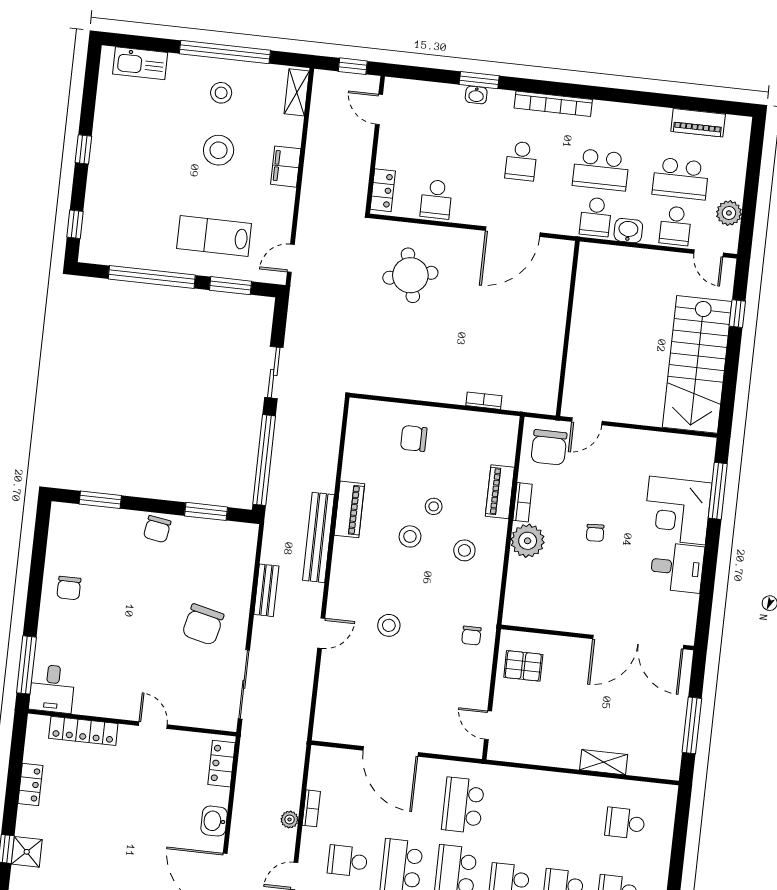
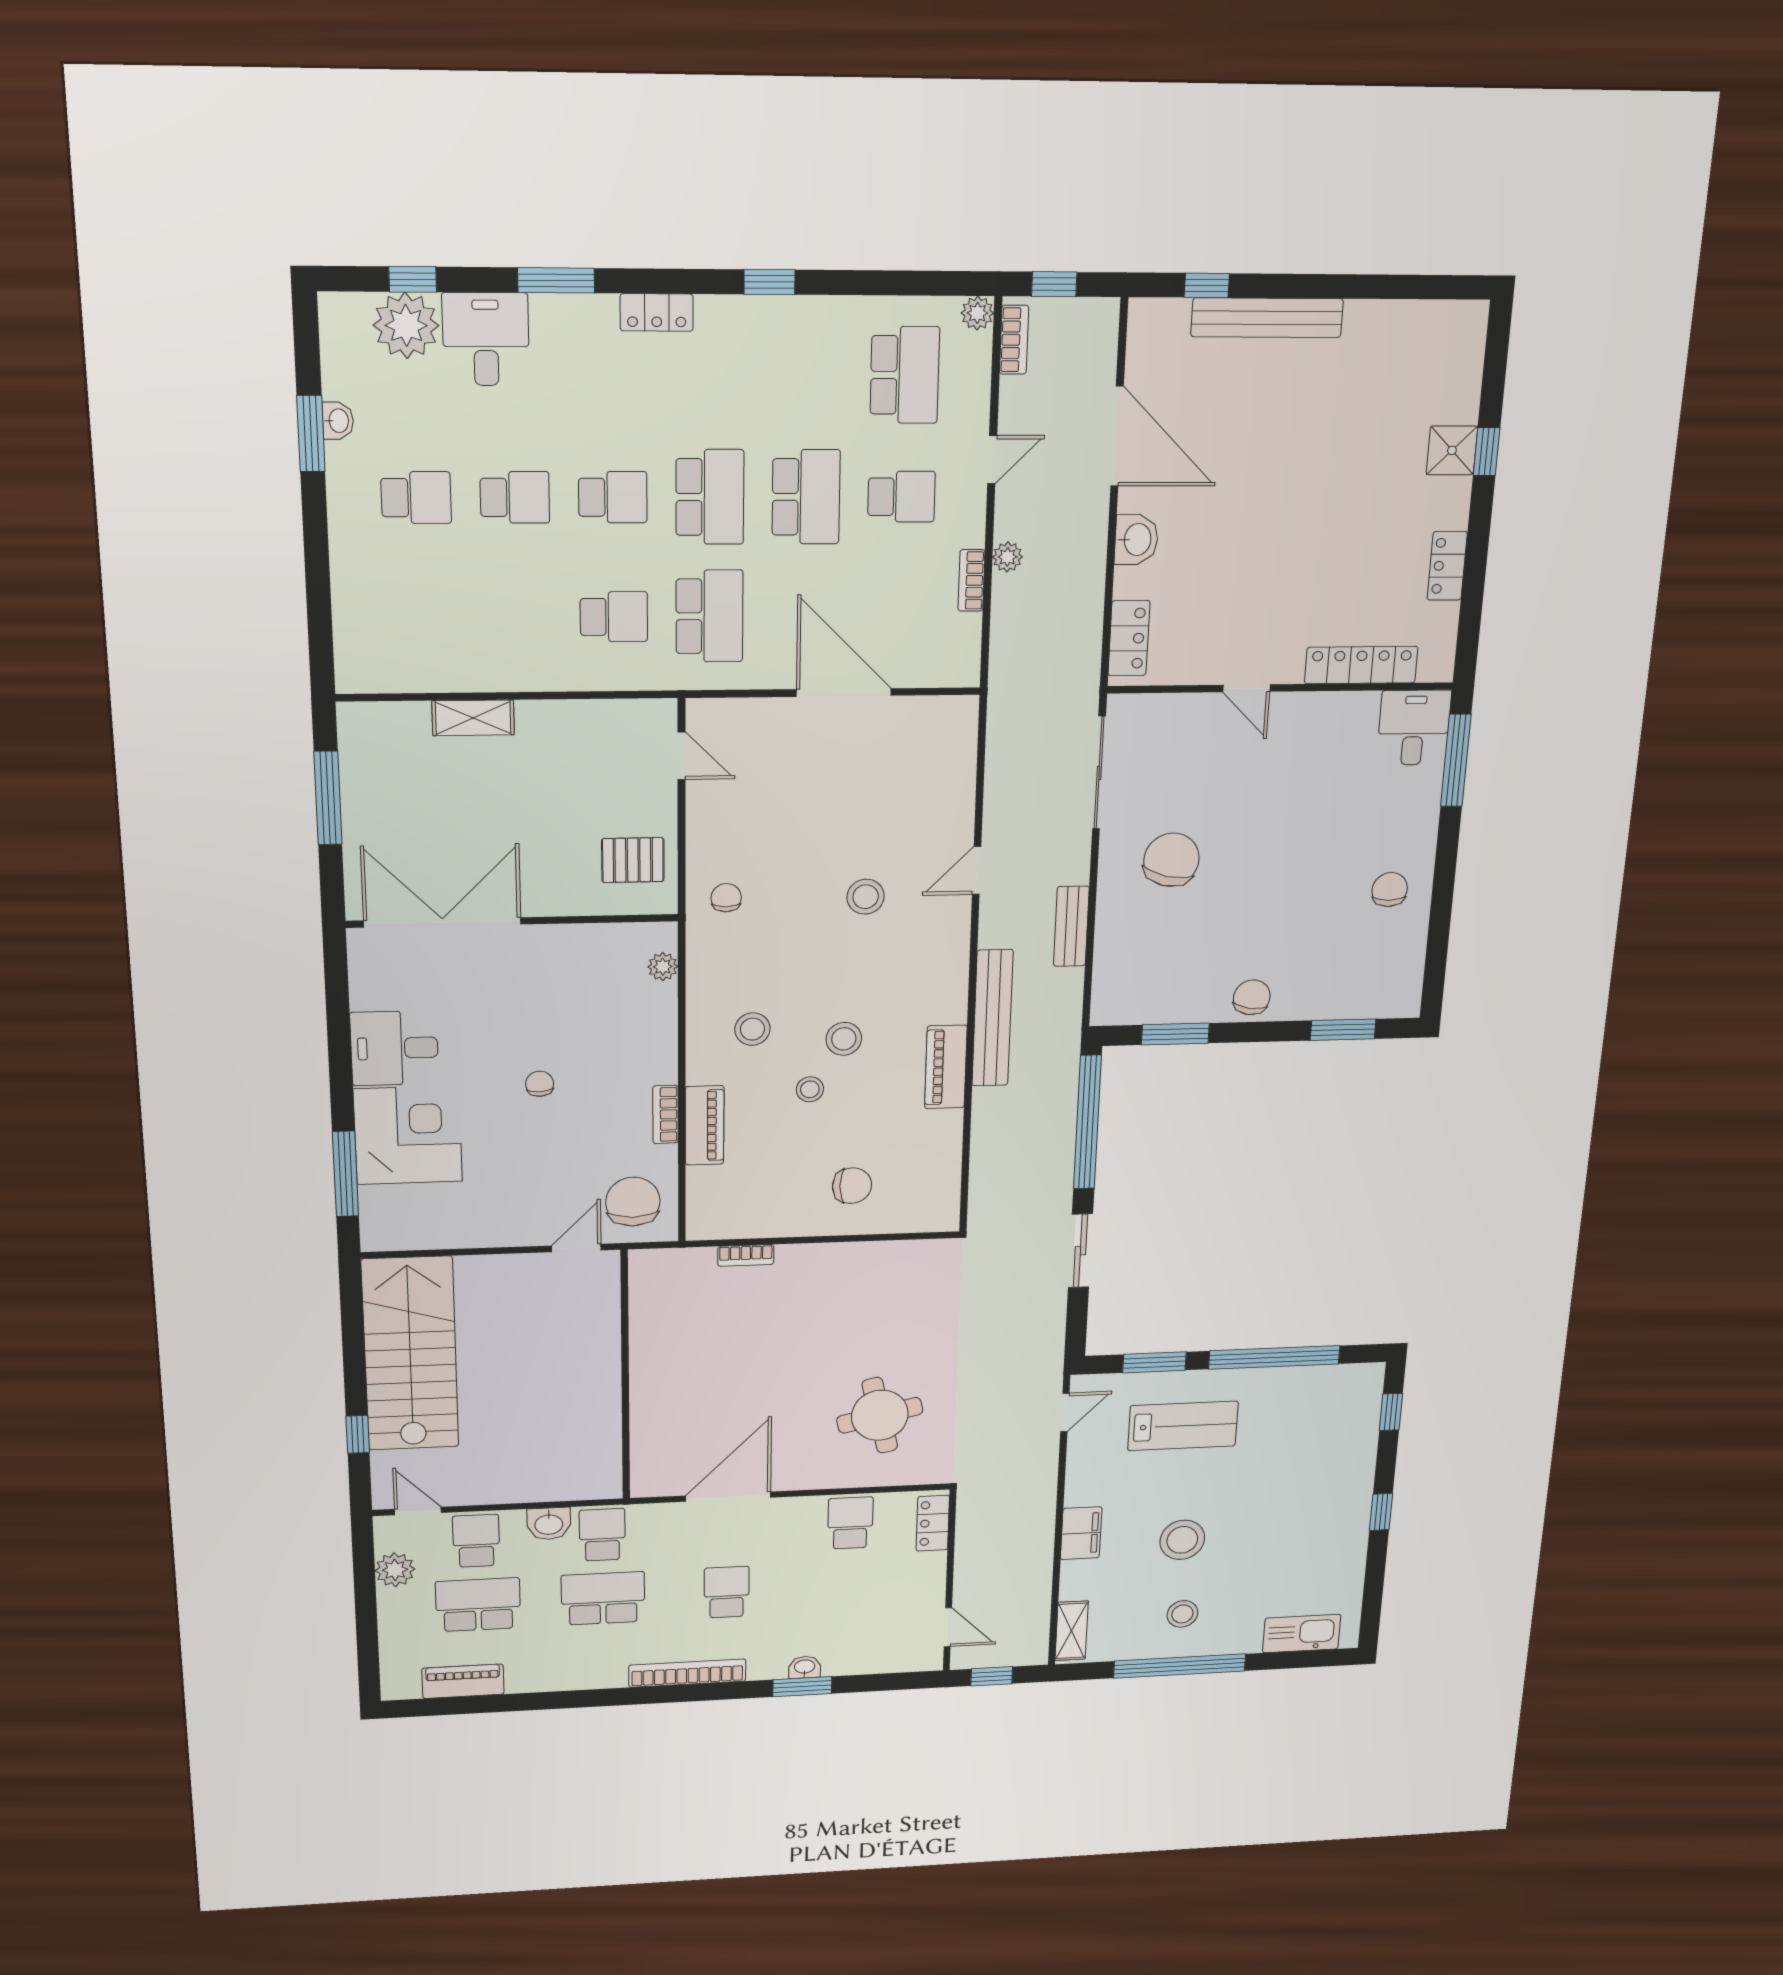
plant: (528, 541) -> (663, 967), moved, width x0.53, depth x0.53
school desk: (625, 823) -> (614, 617), moved

